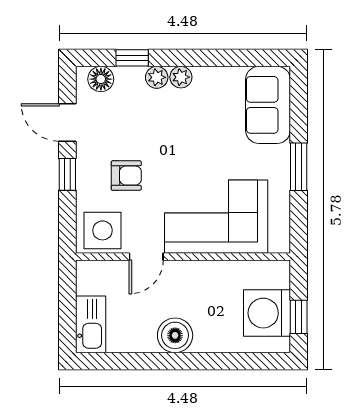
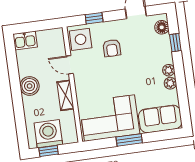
plant: (157, 77) -> (170, 83), moved
window: (67, 174) -> (94, 18), moved
corner sofa: (216, 217) -> (110, 118), moved, turned -90
shelving: (201, 272) -> (65, 95), added
kitchen sink: (91, 324) -> (25, 40), width x0.73

